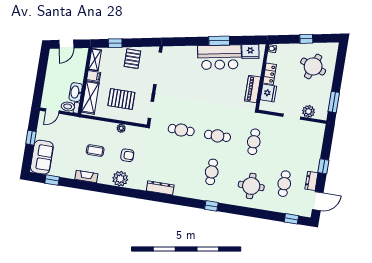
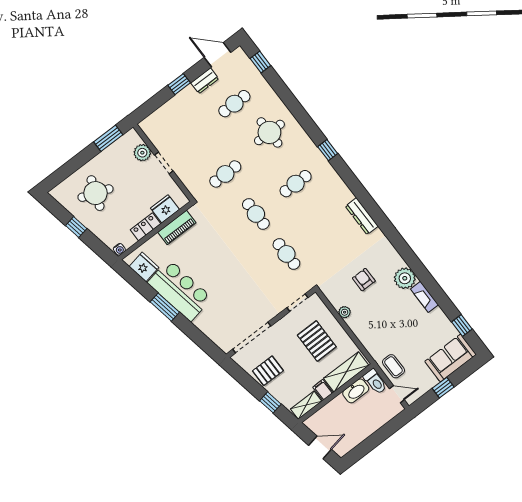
coffee table: (95, 151) -> (393, 366), moved
plant: (120, 179) -> (405, 278), moved

